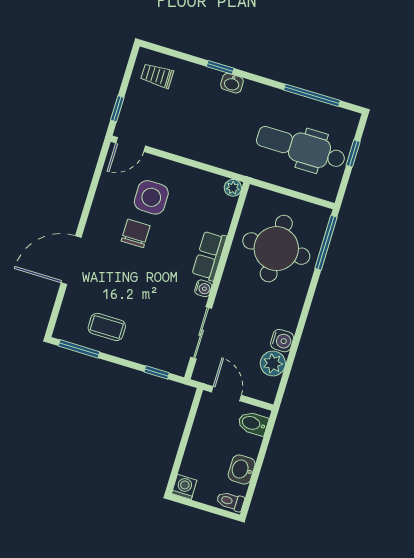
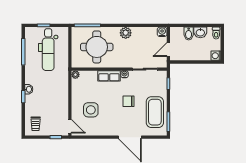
chair: (136, 233) -> (129, 101), moved
coffee table: (107, 327) -> (155, 112), width x1.86, depth x1.72
water cooler: (282, 341) -> (162, 32), moved
plant: (273, 363) -> (126, 33), moved
bidet: (253, 423) -> (189, 34), moved

